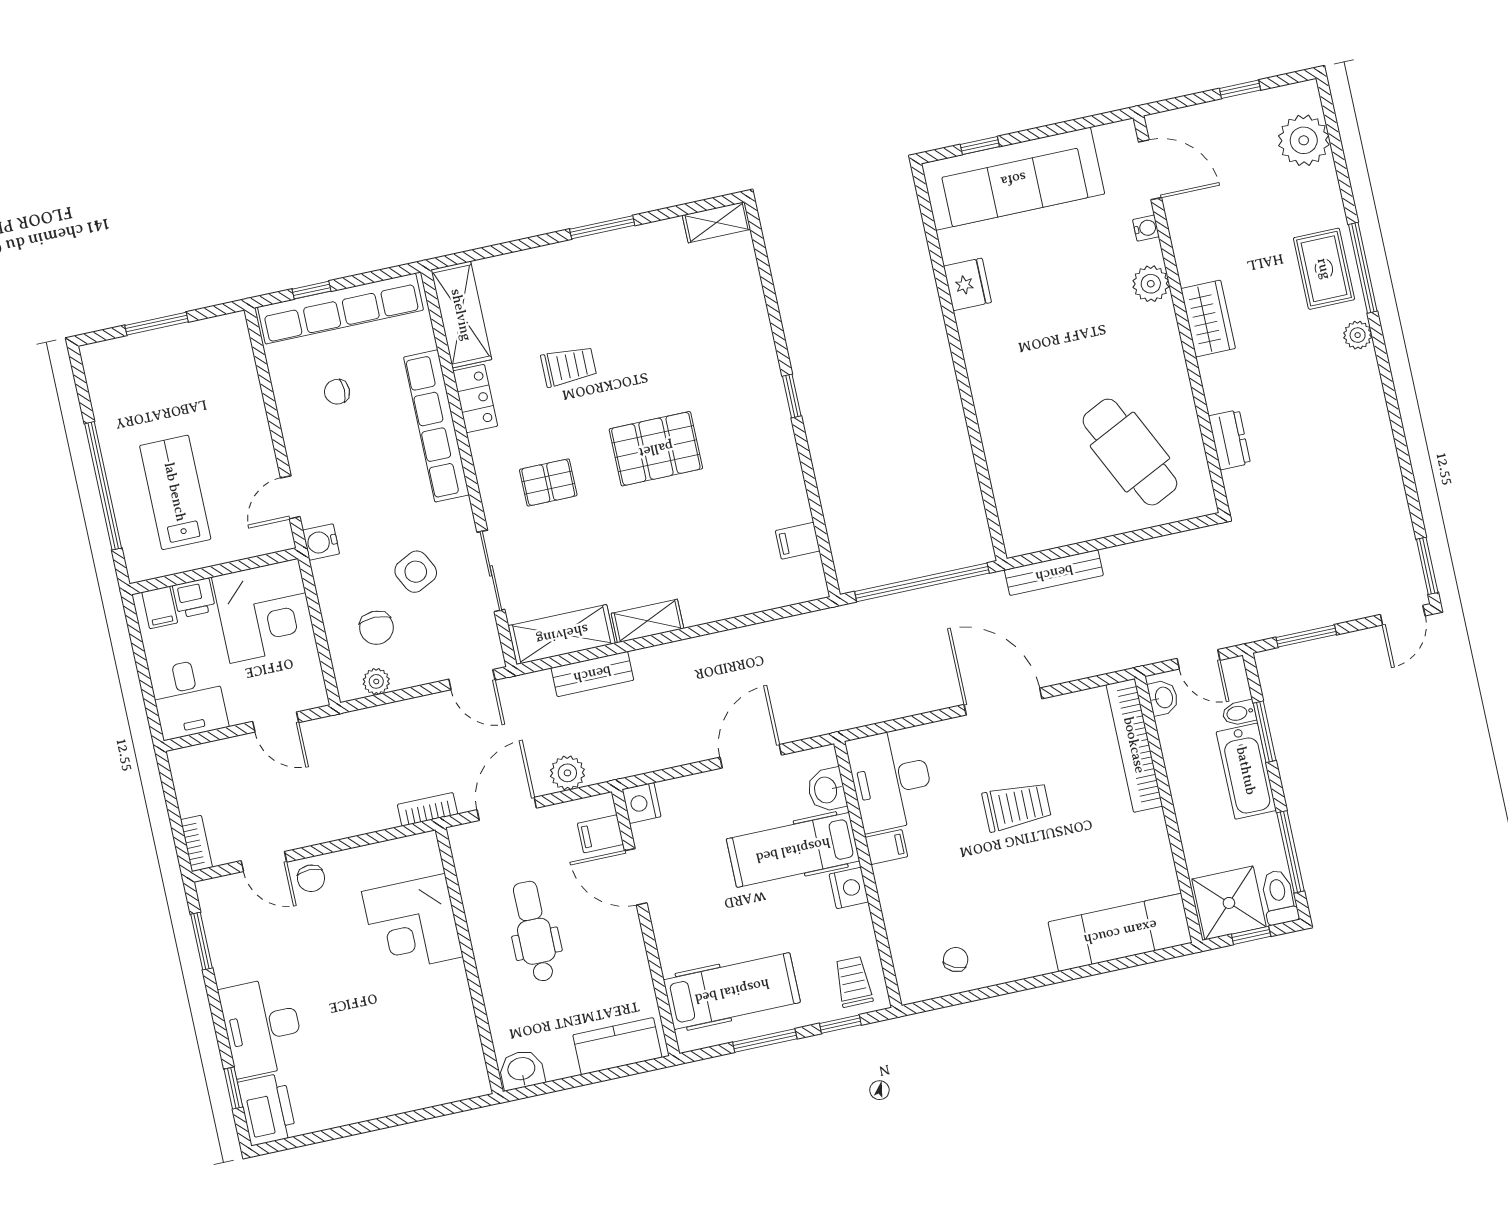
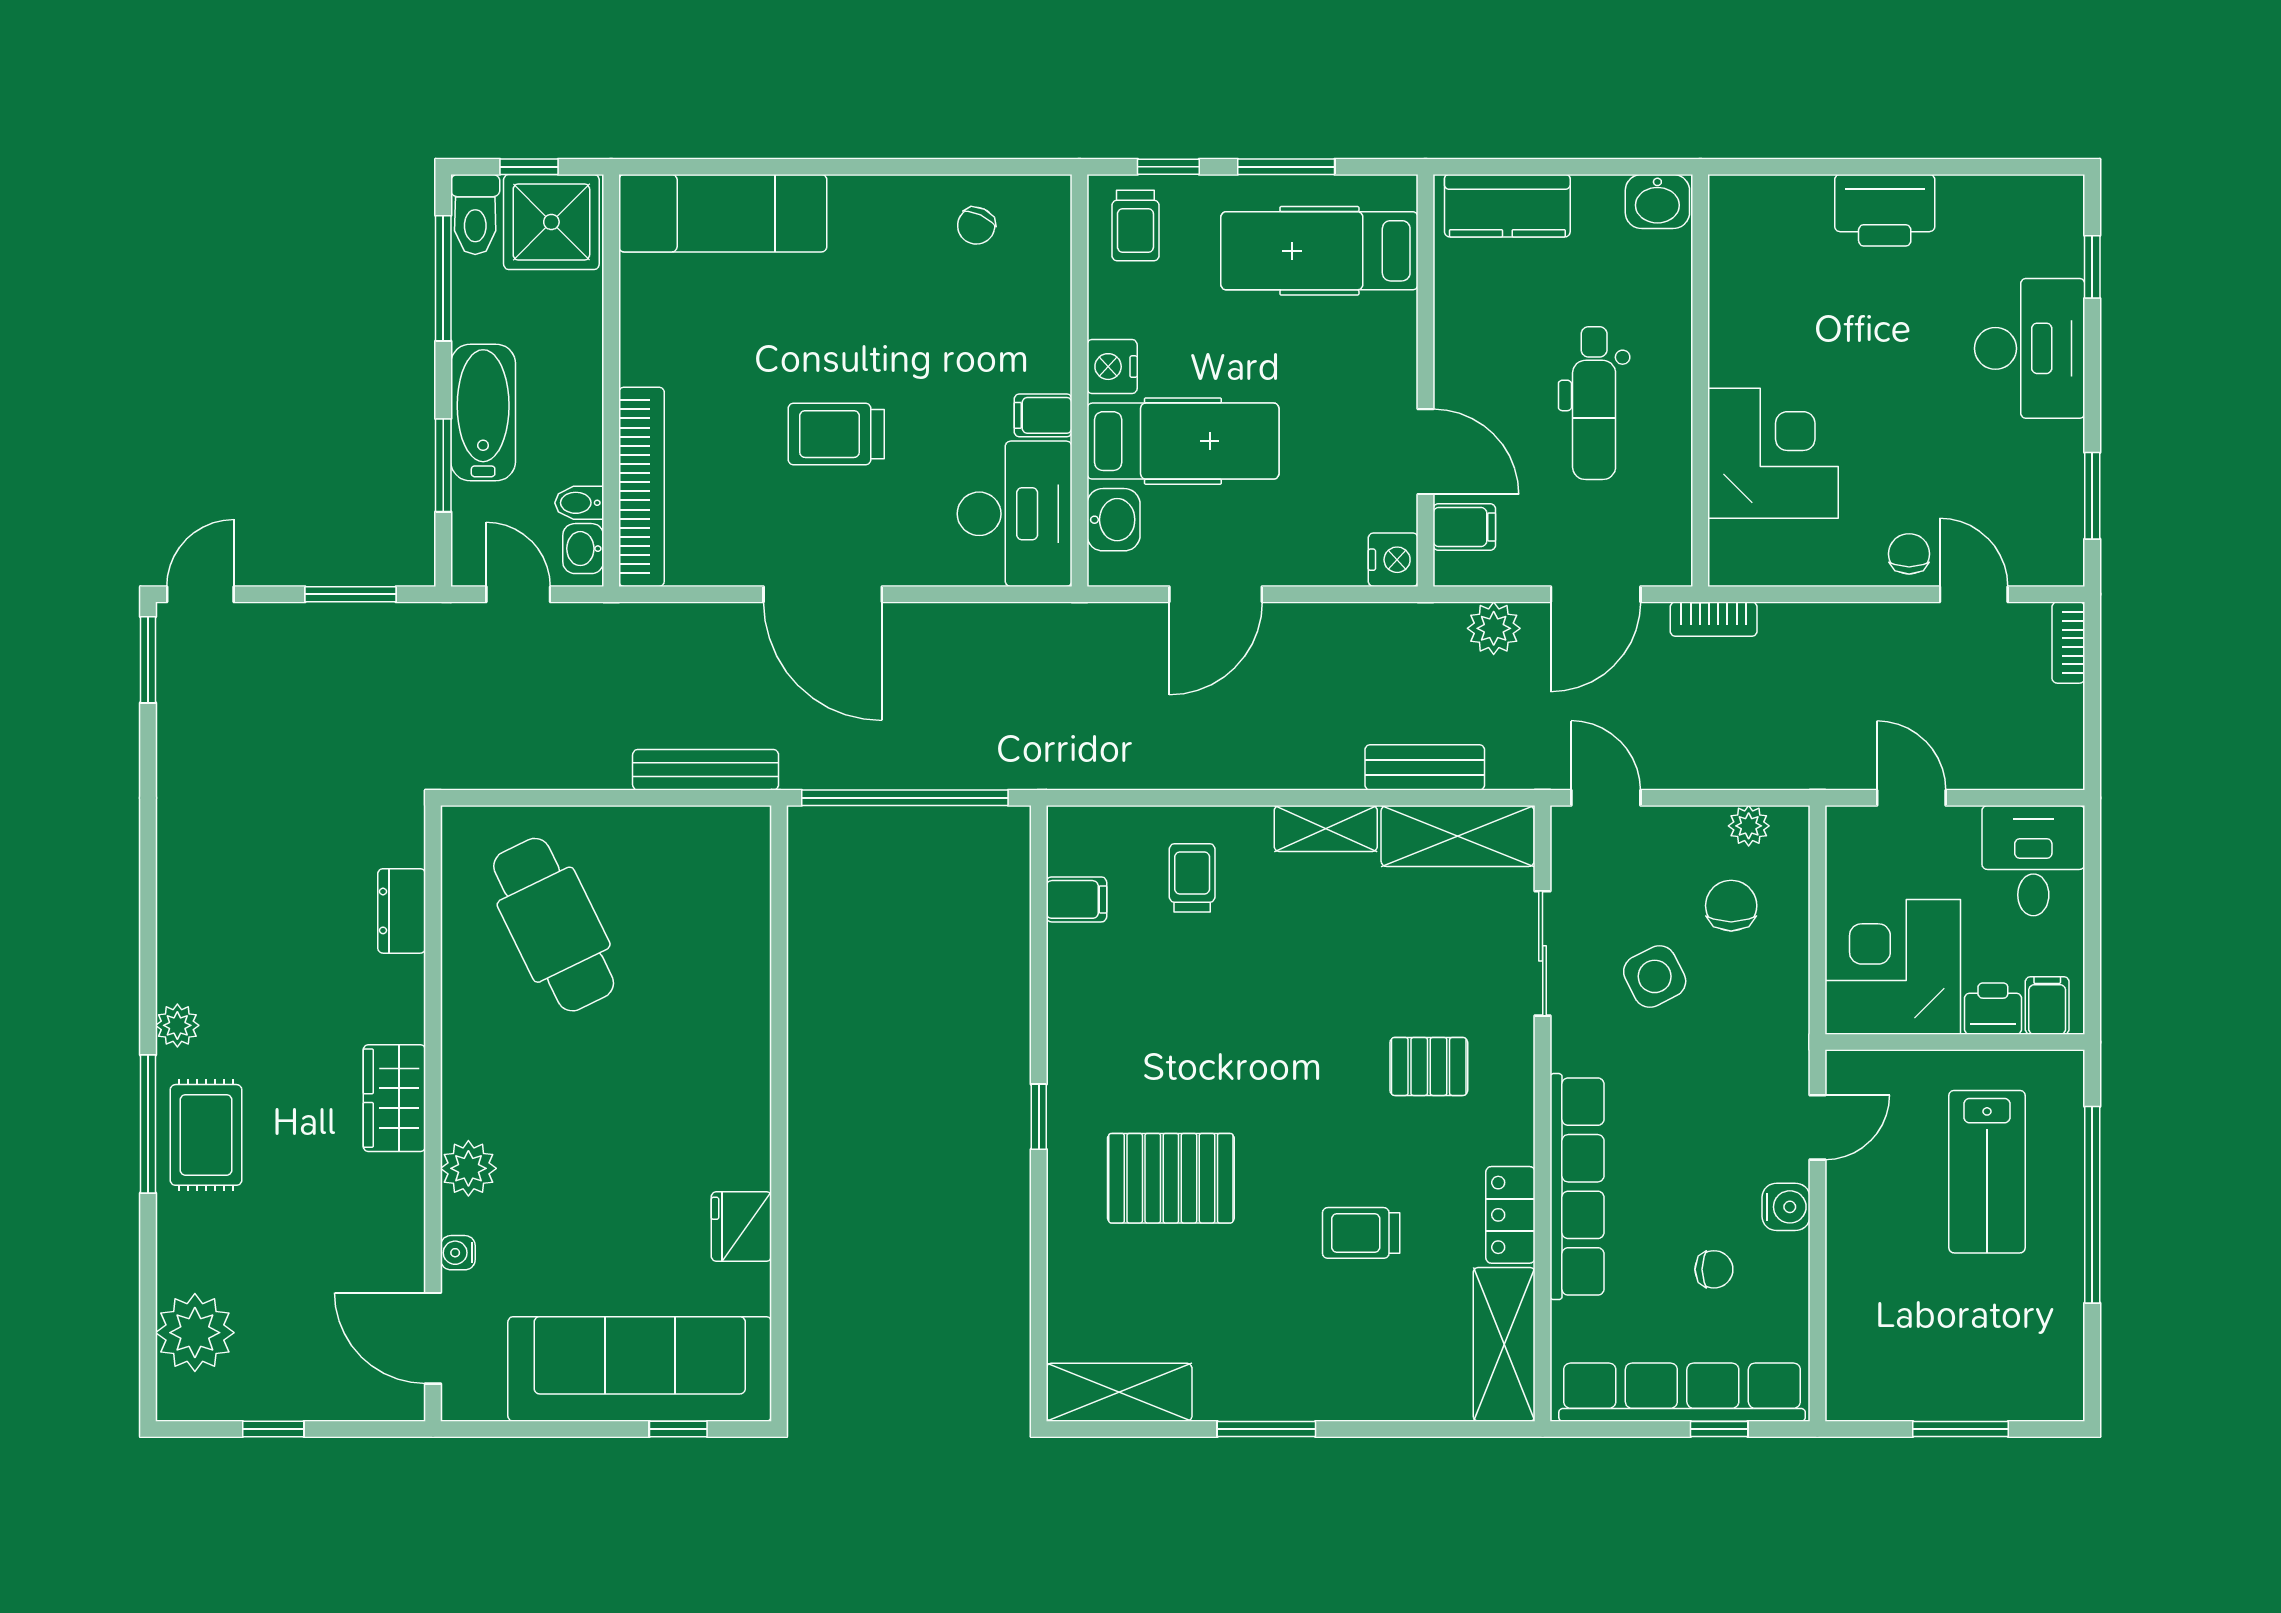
shelving: (716, 222) -> (1119, 1392), width x1.50, depth x1.33
pallet: (656, 449) -> (1171, 1178), moved
water cooler: (321, 542) -> (1786, 1207), moved
trolley: (726, 571) -> (1192, 878), added
bidet: (1239, 713) -> (579, 503), moved, turned 180
printer: (267, 1109) -> (1885, 210), moved, turned -90

